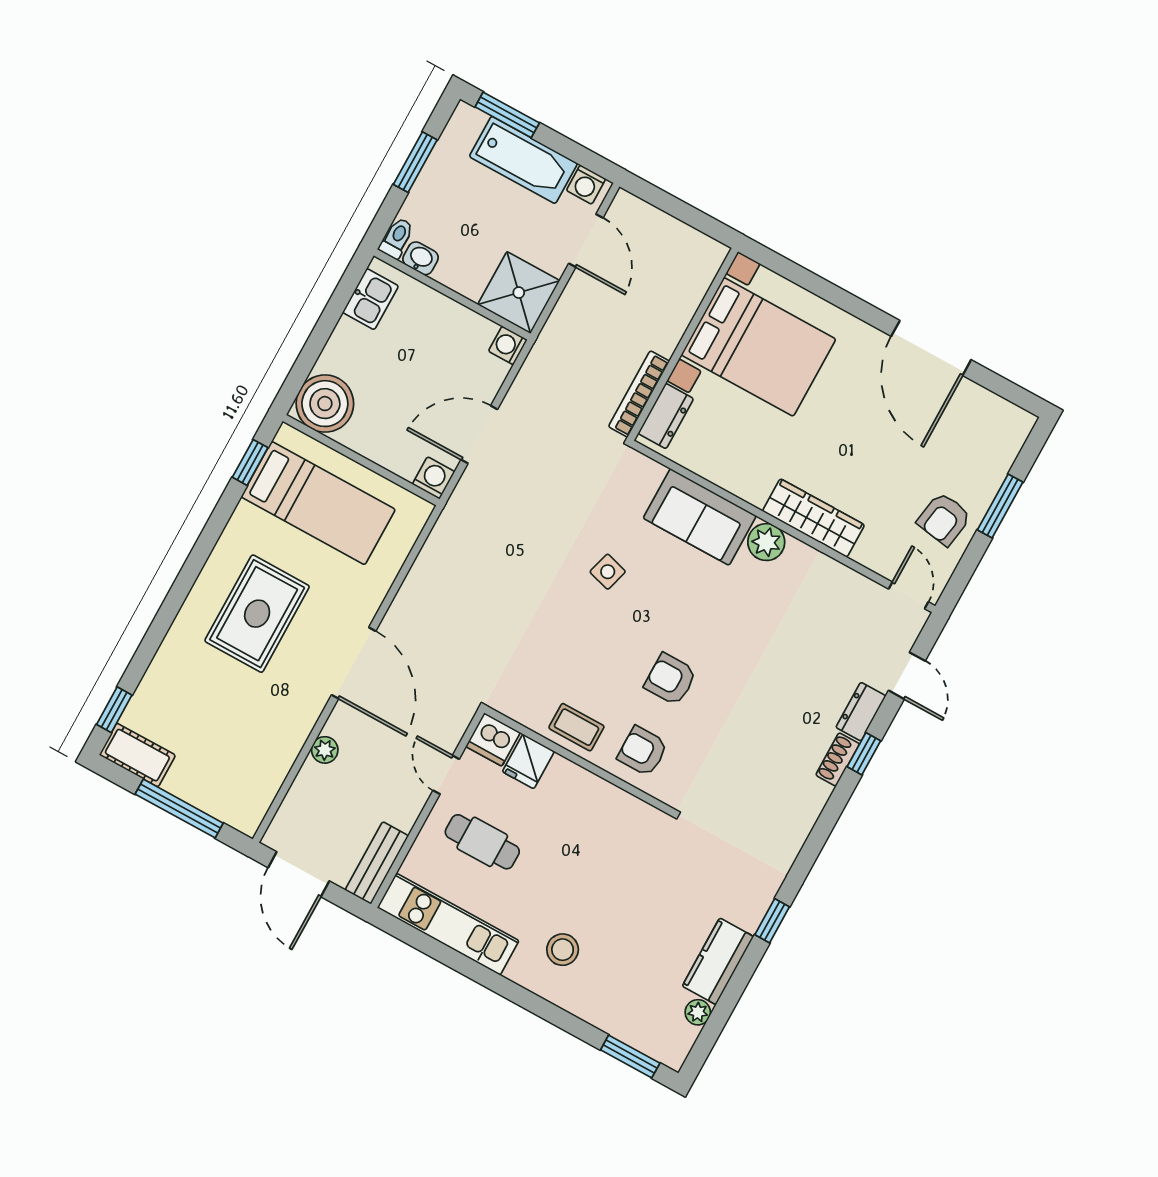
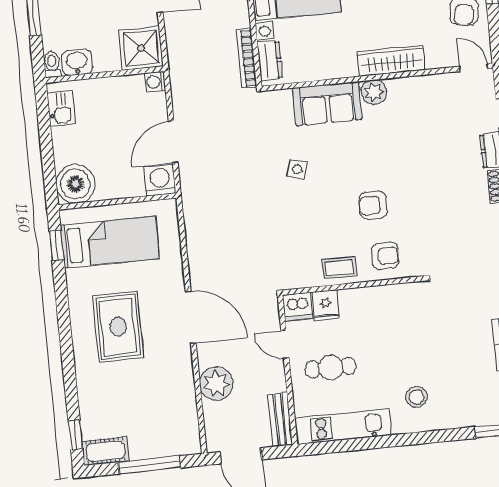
washbasin: (421, 258) -> (77, 62), width x1.38, depth x1.45
washing machine: (433, 478) -> (160, 180), width x1.38, depth x1.38
plant: (325, 750) -> (216, 384), width x1.87, depth x1.87
armchair: (643, 751) -> (385, 256), turned 180

